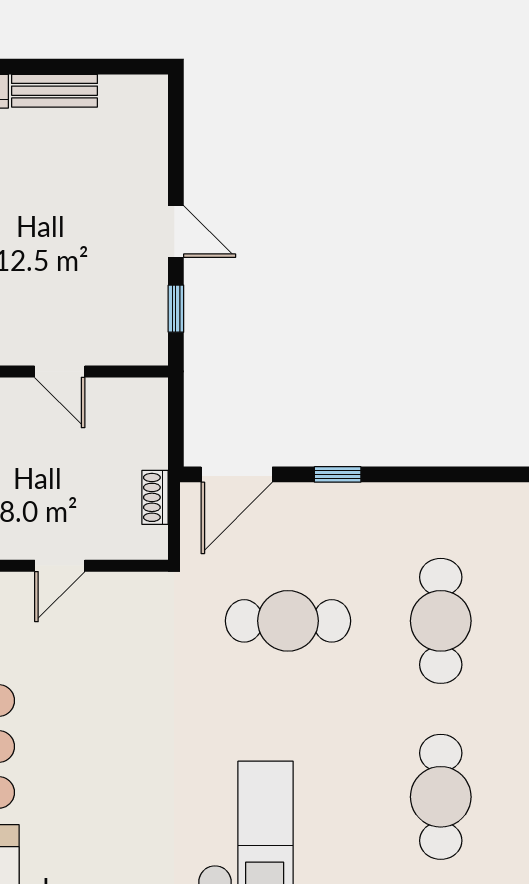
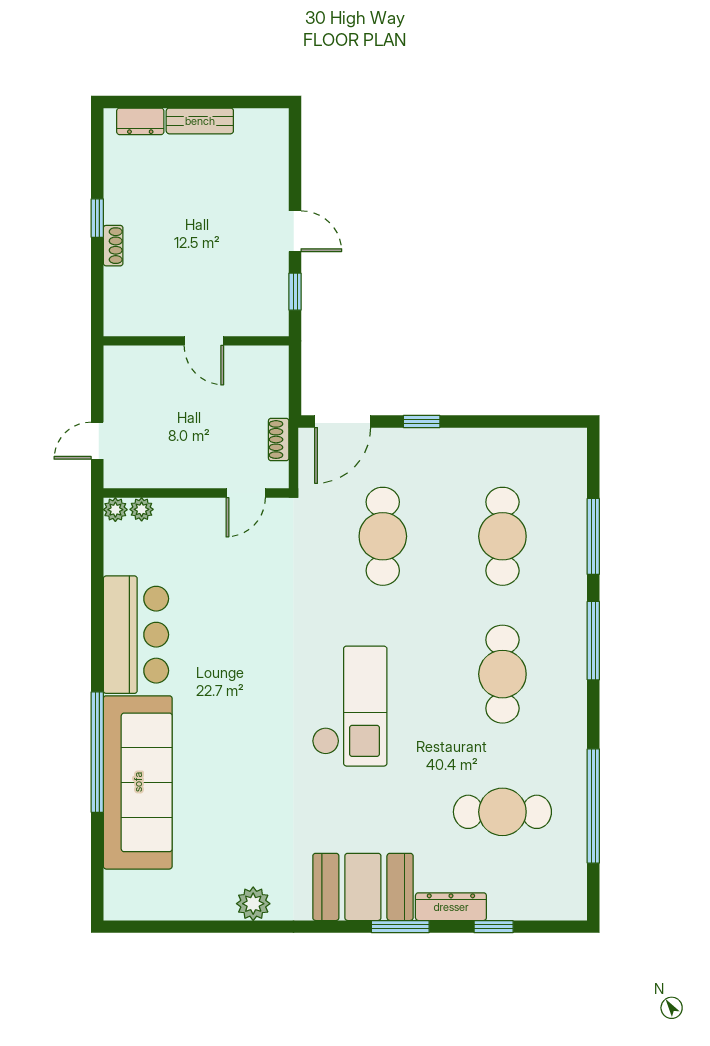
door: (60, 566) -> (246, 493), moved
cafe table: (288, 621) -> (383, 536), turned 90

